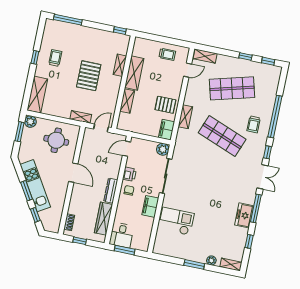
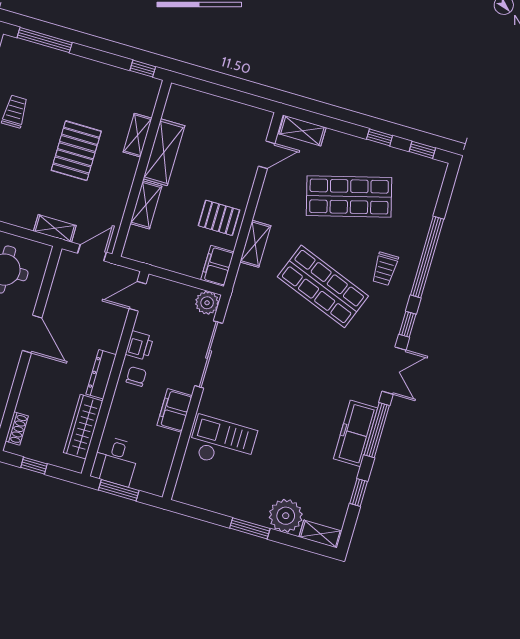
trolley: (167, 54) -> (230, 122), removed
freezer: (244, 215) -> (356, 433), width x1.40
plant: (211, 260) -> (286, 516), width x1.88, depth x1.88

